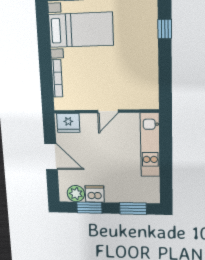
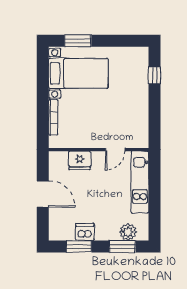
door: (108, 111) -> (115, 150), moved
fridge: (68, 123) -> (80, 160), moved
plant: (76, 194) -> (128, 232), moved

